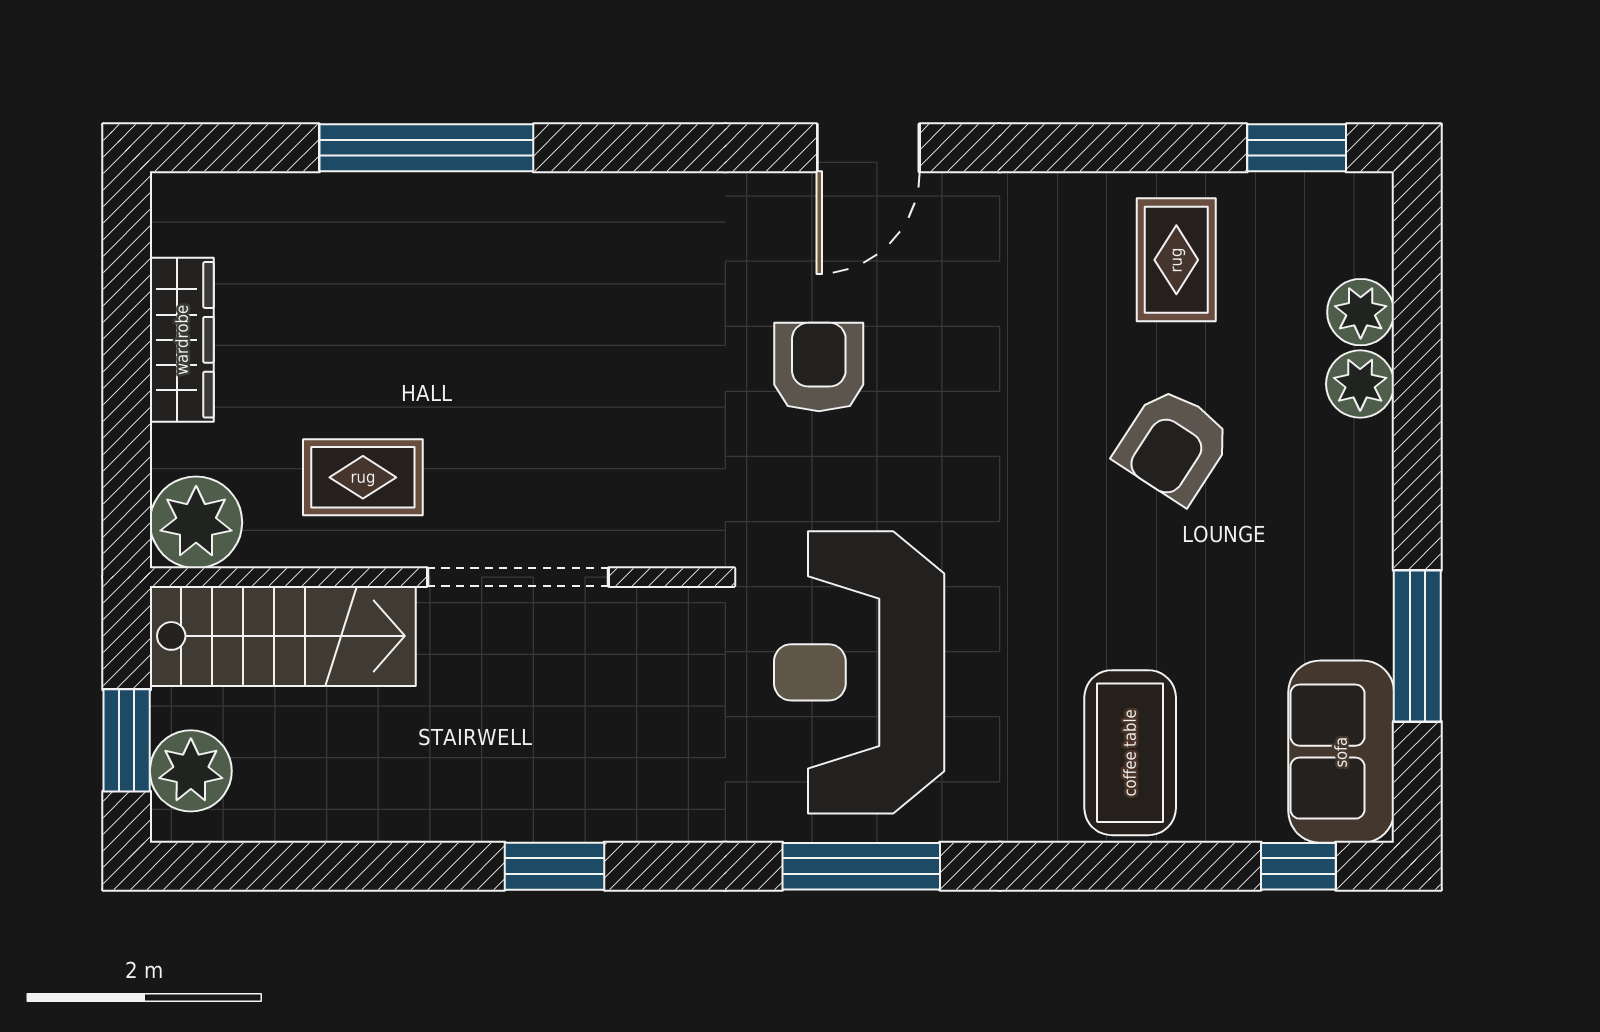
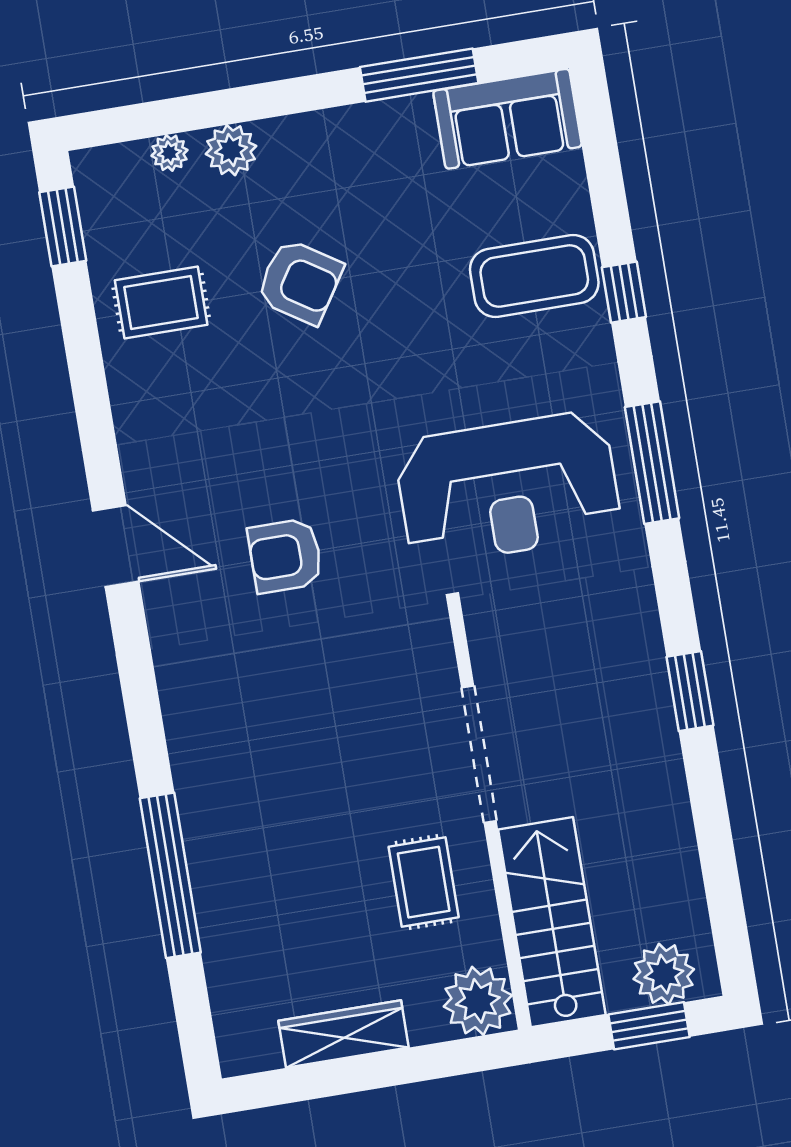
plant: (1361, 312) -> (169, 153), width x0.73, depth x0.73
window: (1298, 866) -> (624, 292), moved

